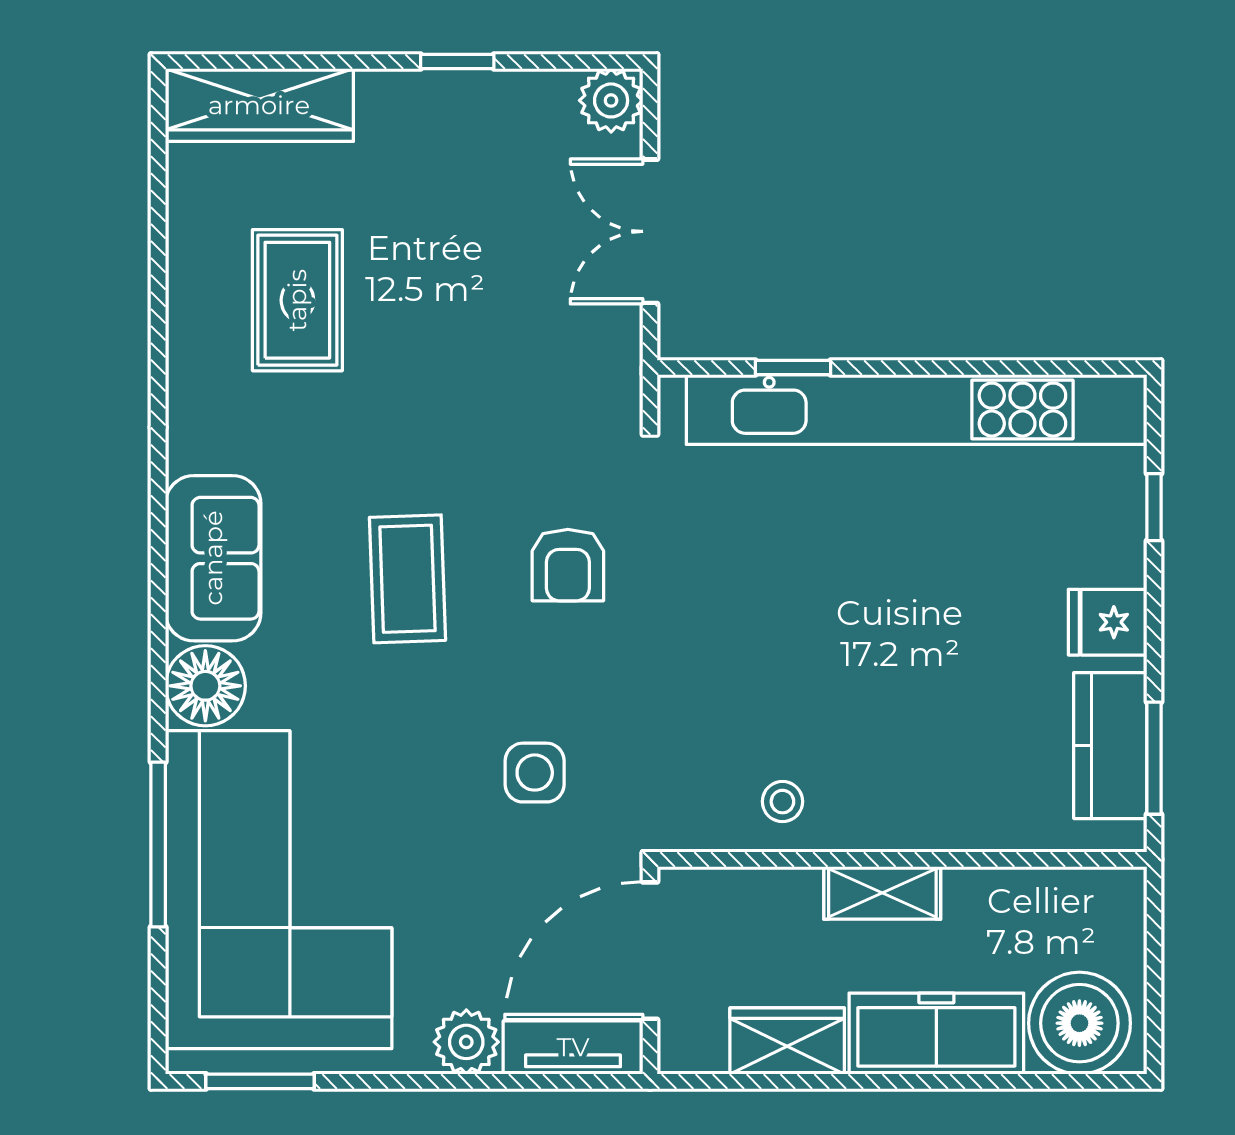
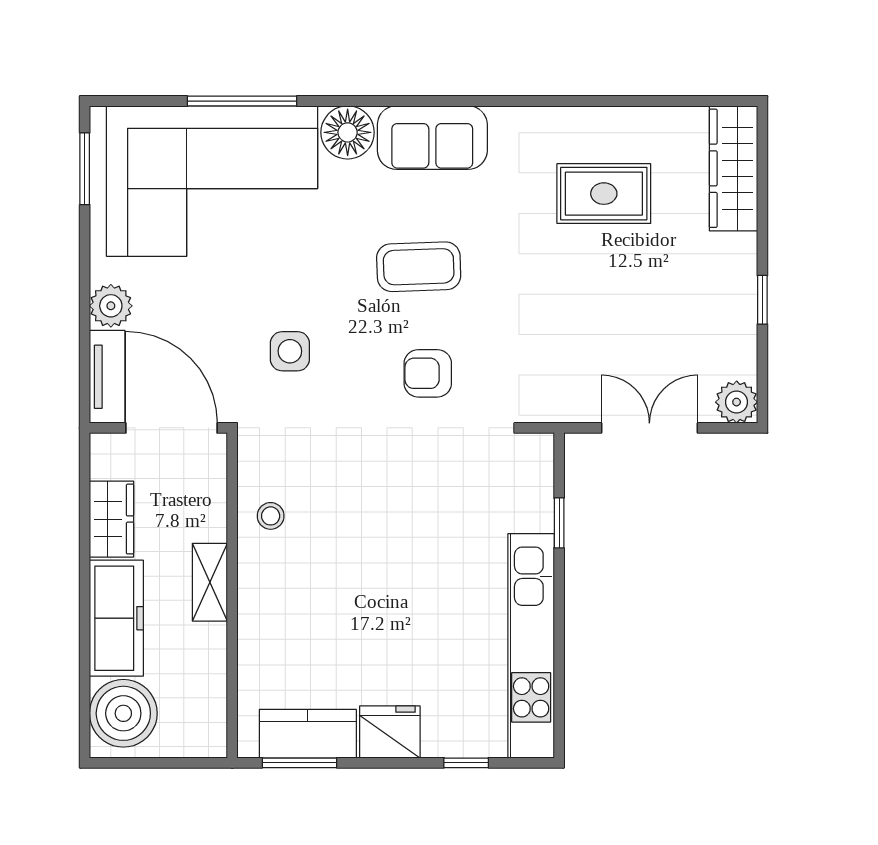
kitchen unit: (917, 410) -> (531, 646), width x0.73
fridge: (1108, 622) -> (390, 732), width x1.38

